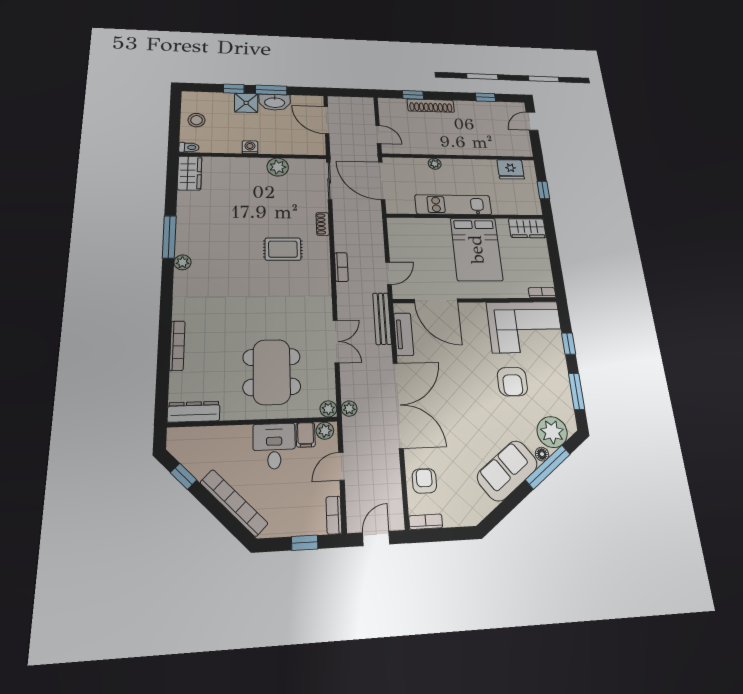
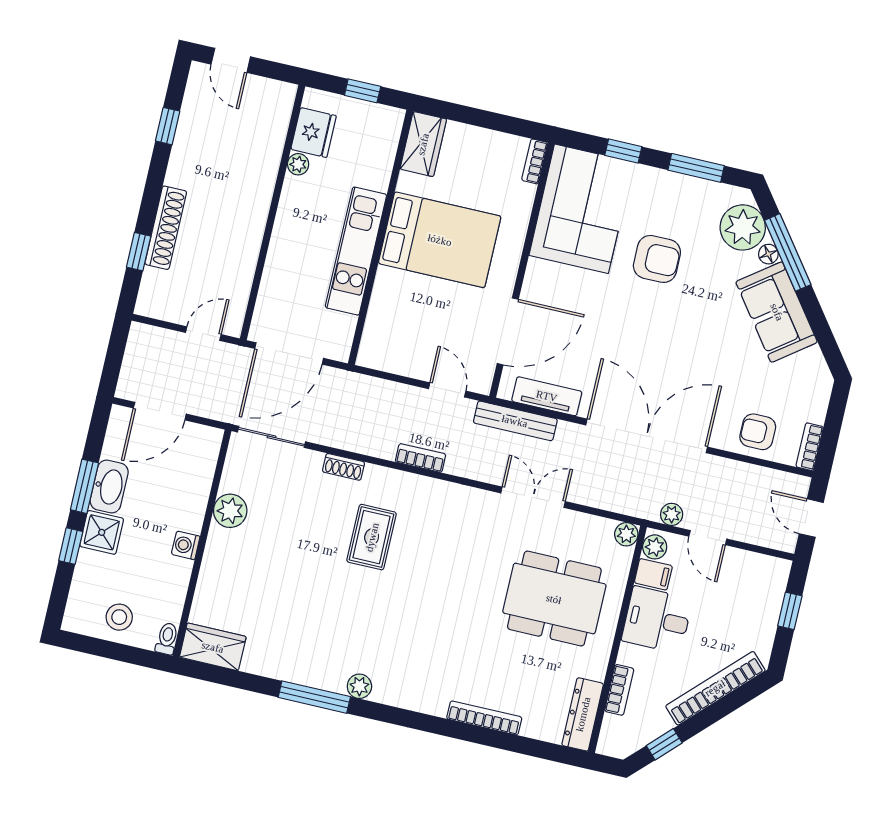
plant: (435, 164) -> (298, 164), moved
plant: (349, 409) -> (672, 514), moved
bookcase: (334, 515) -> (619, 690), moved, turned -90

